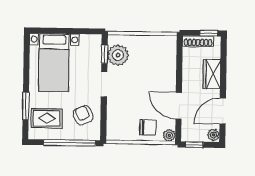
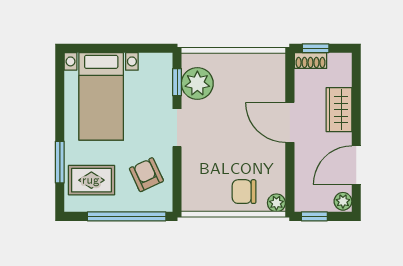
window: (209, 33) -> (316, 48), moved
shoe rack: (198, 41) -> (310, 61), width x0.70
door: (179, 106) -> (290, 122), moved
chair: (148, 127) -> (244, 192), turned 180

